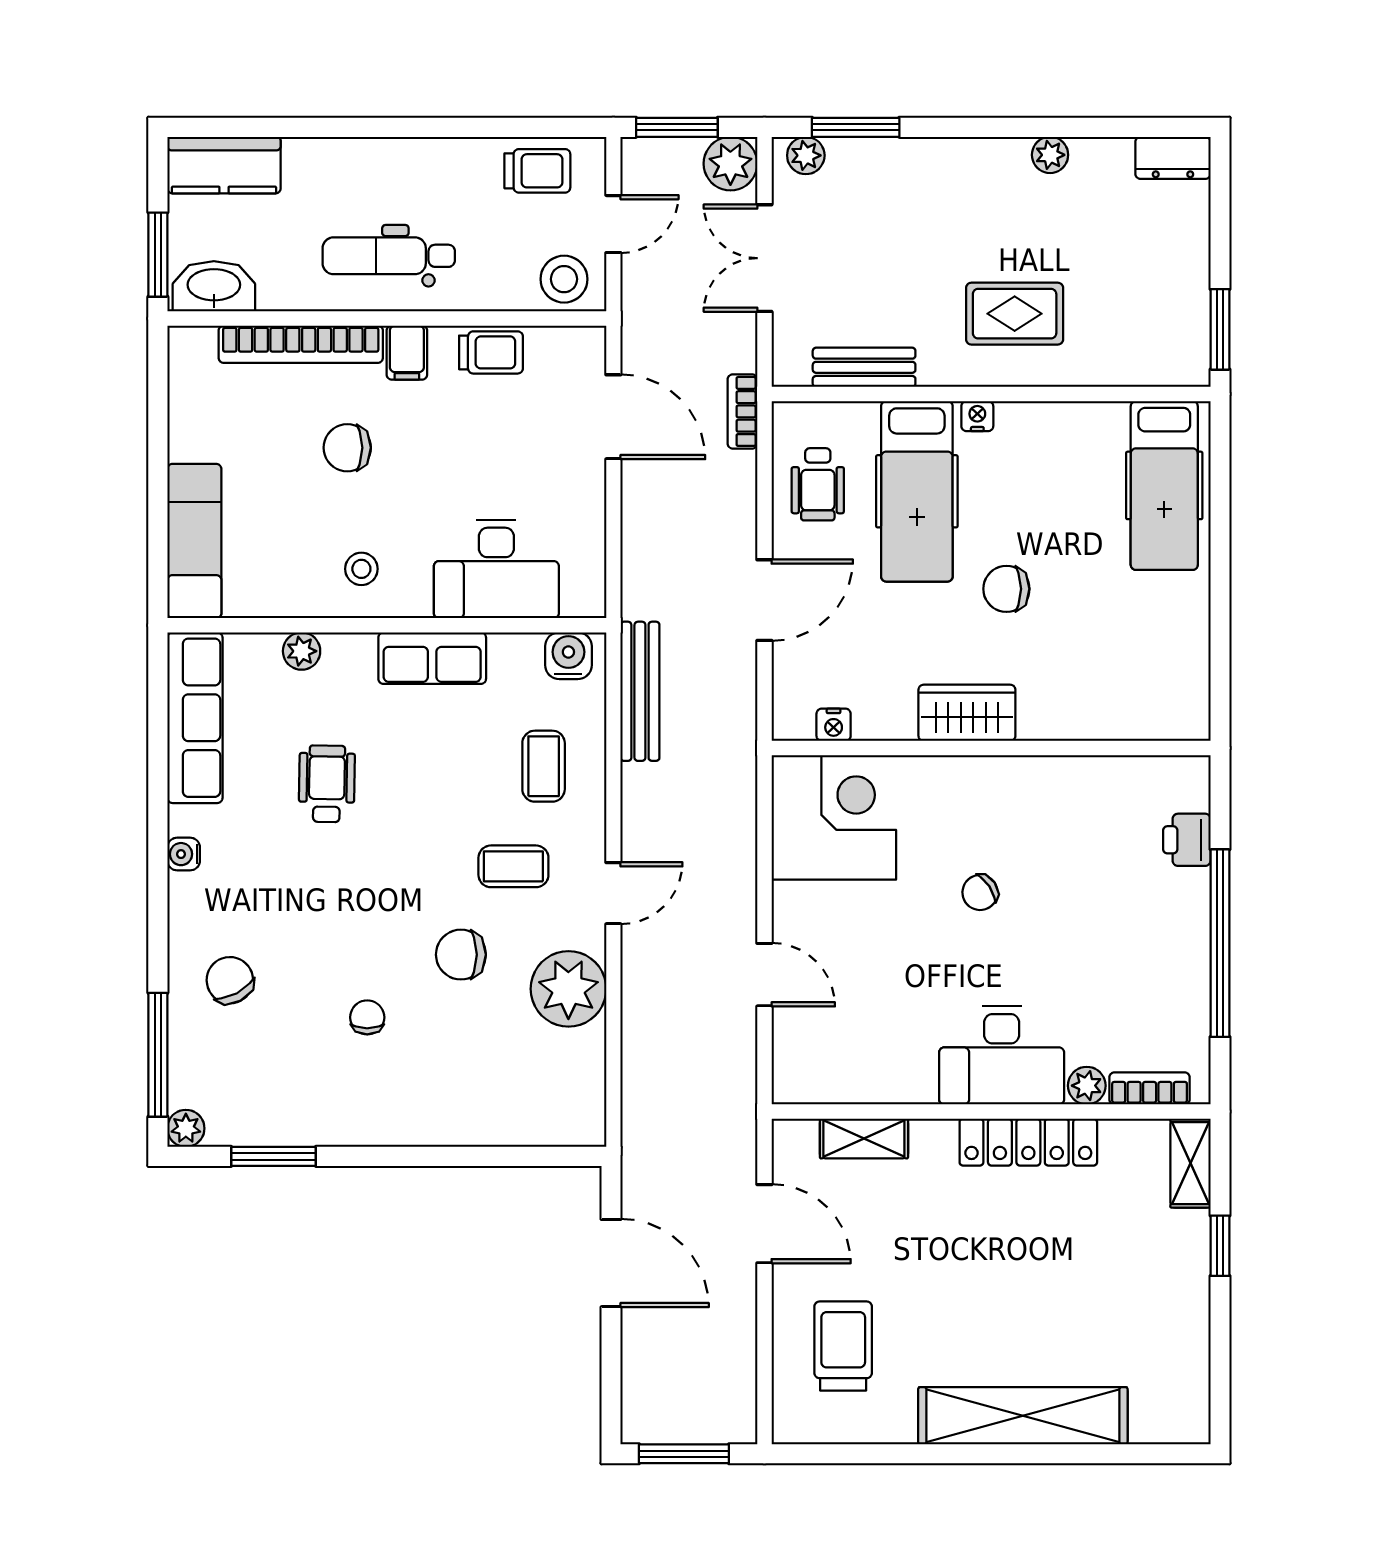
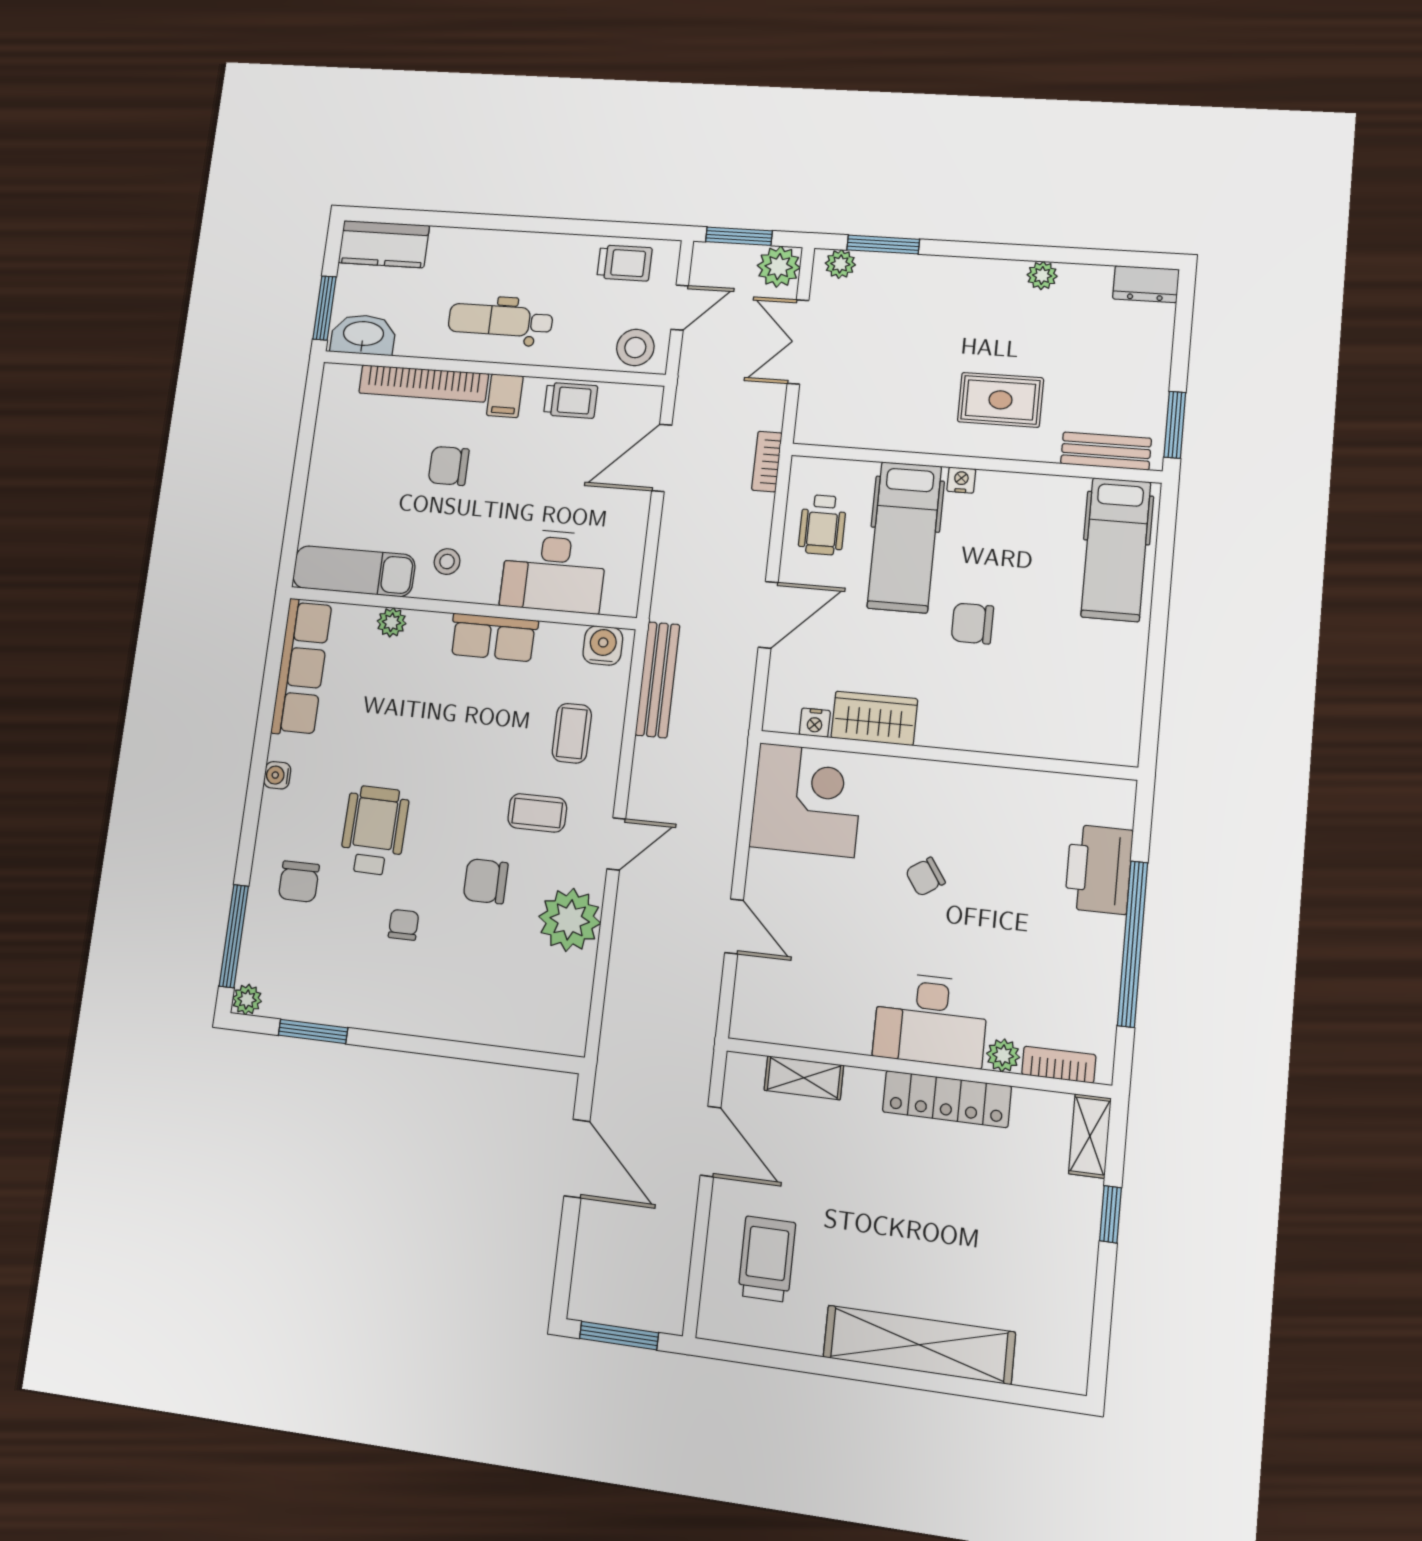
bench: (864, 367) -> (1106, 451), moved
door: (613, 417) -> (662, 458), swing flipped
exam couch: (194, 541) -> (354, 571), moved, turned -90
wardrobe: (967, 713) -> (874, 718), moved
wheelchair: (327, 784) -> (374, 830), moved, width x1.36, depth x1.37
printer: (1187, 840) -> (1099, 869), width x1.87, depth x1.48
chair: (230, 980) -> (299, 882), turned -152

